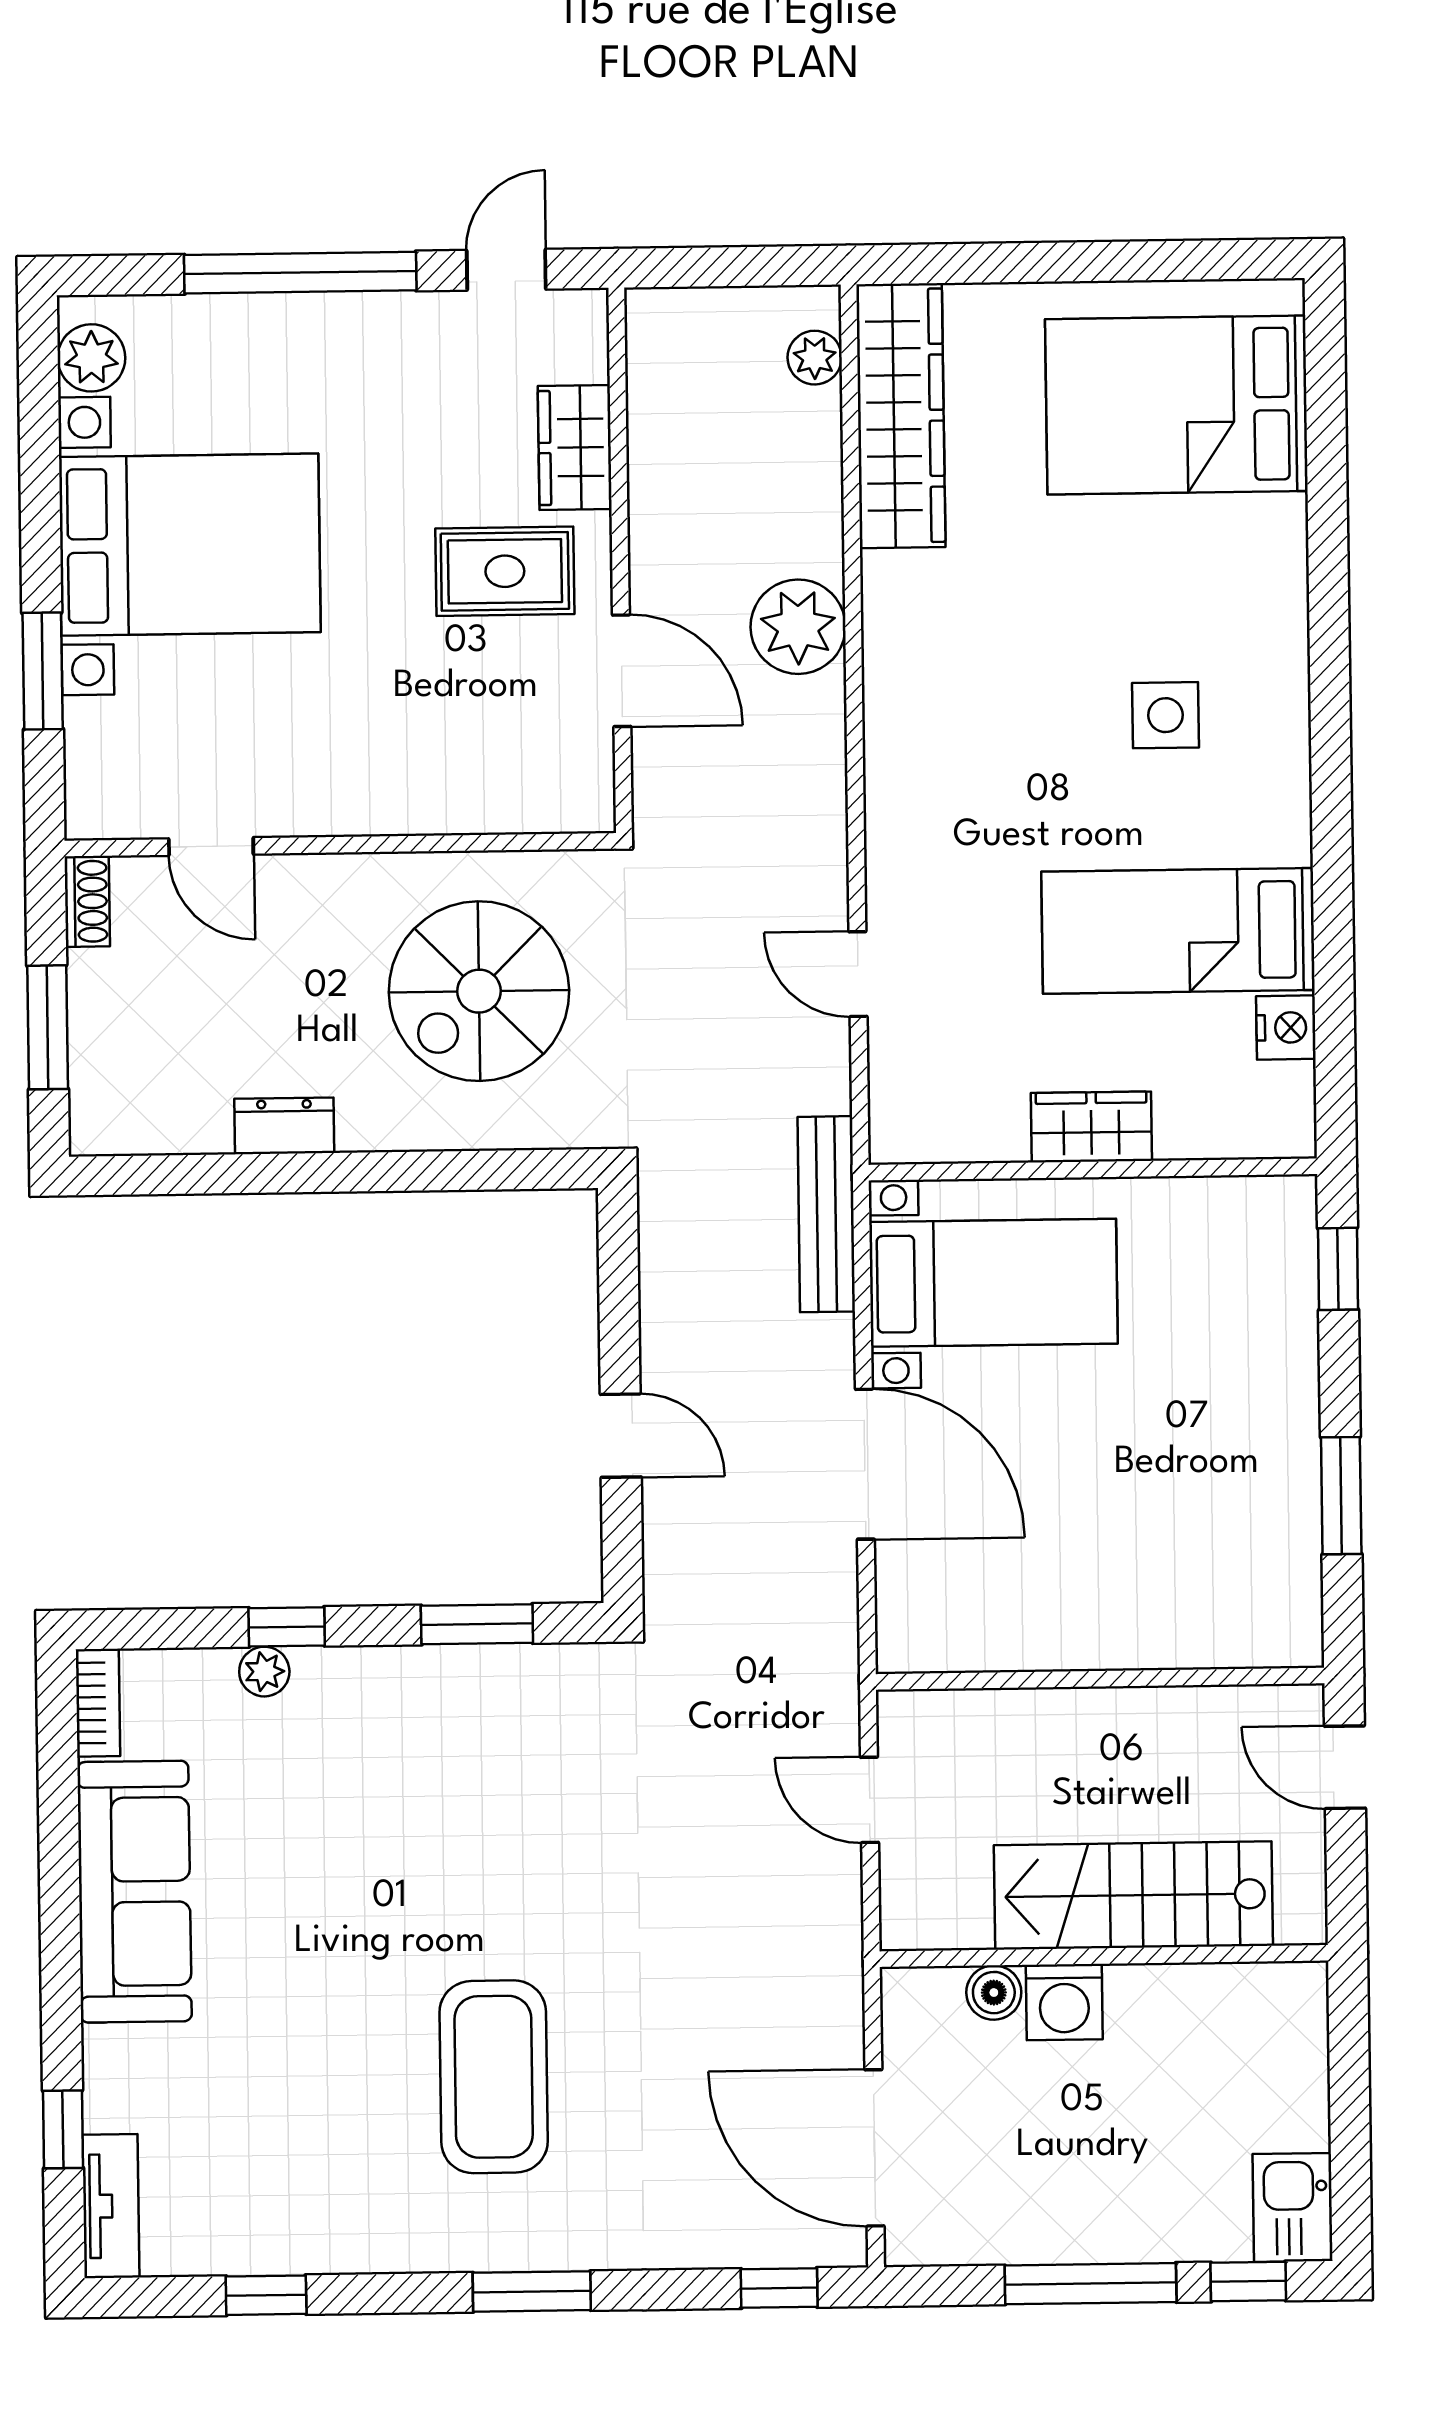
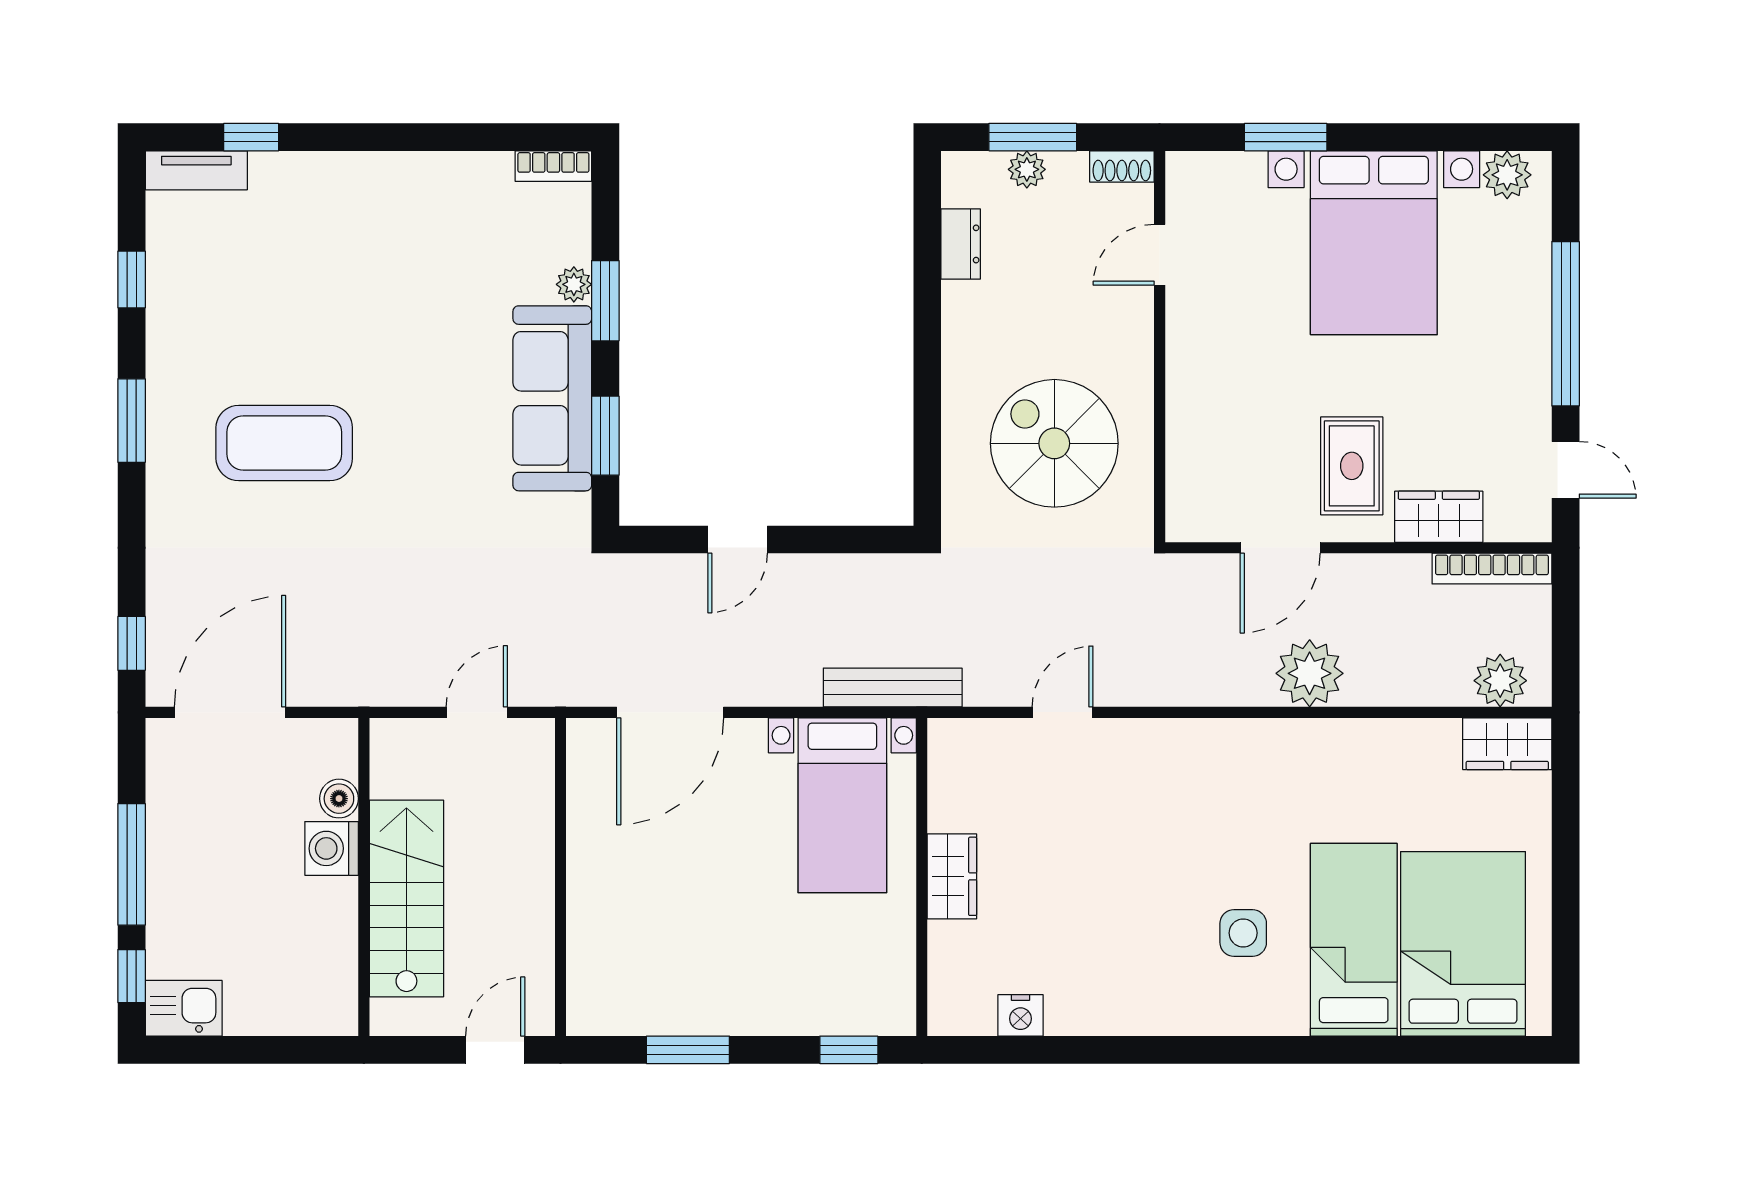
plant: (815, 358) -> (1500, 681), width x1.38, depth x1.38
bookcase: (647, 372) -> (1492, 569), added
wardrobe: (901, 416) -> (1507, 744), width x0.48, depth x0.85
bed: (1178, 931) -> (1354, 940), moved
plant: (93, 1035) -> (1027, 169), added
dresser: (284, 1126) -> (961, 244), moved
door: (865, 1464) -> (670, 712), moved
window: (287, 1627) -> (605, 301), width x1.50
sofa: (134, 1892) -> (552, 398), moved, turned 90
window: (532, 2291) -> (132, 421), moved

